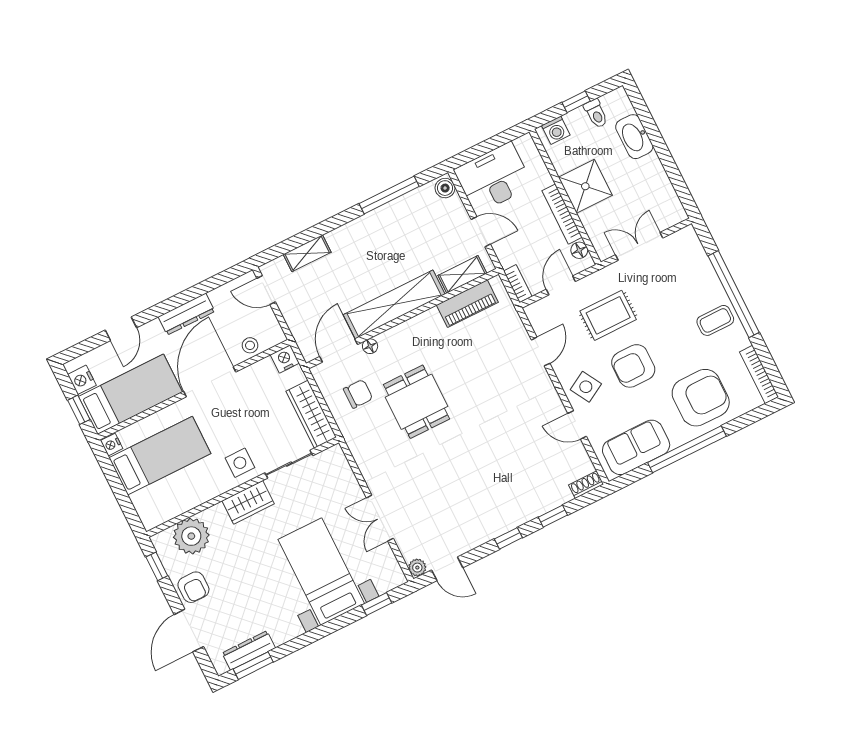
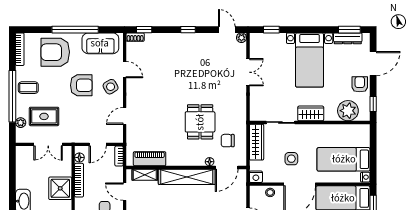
plant: (700, 259) -> (21, 123), added
rug: (608, 315) -> (44, 116), moved
side table: (240, 463) -> (291, 159), moved
window: (553, 516) -> (144, 30), moved
bed with nightstands: (321, 572) -> (310, 60), moved

